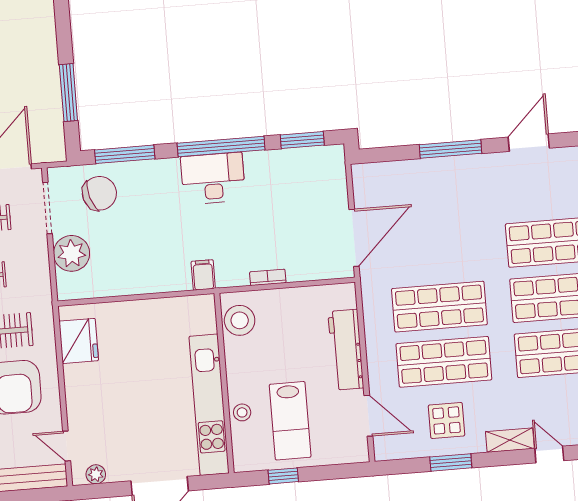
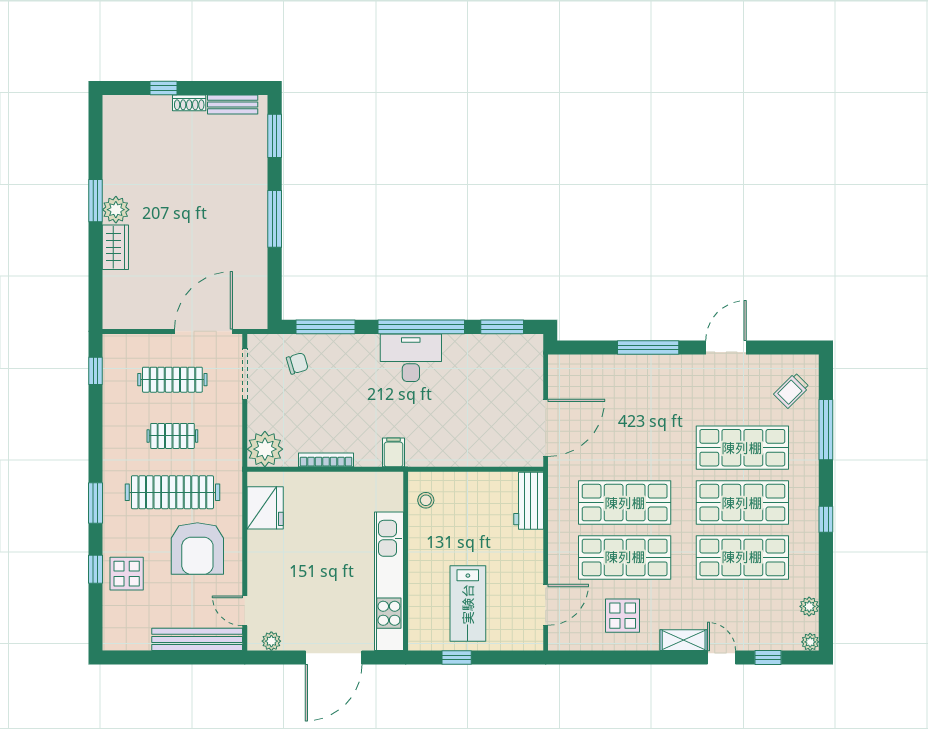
window: (68, 93) -> (275, 219), moved
chair: (99, 193) -> (297, 363), width x0.54, depth x0.54
plant: (72, 253) -> (265, 449), moved
bookcase: (268, 277) -> (326, 460), moved, width x1.56
stool: (240, 320) -> (426, 500), width x0.53, depth x0.53
workbench: (346, 350) -> (529, 501), moved, width x0.73
stool: (242, 412) -> (421, 592), removed
door: (368, 416) -> (546, 605), hinge flipped
window: (451, 462) -> (623, 658), removed

